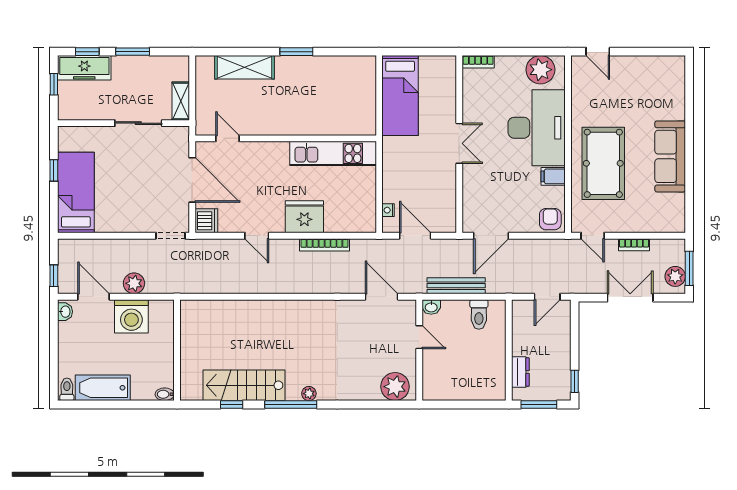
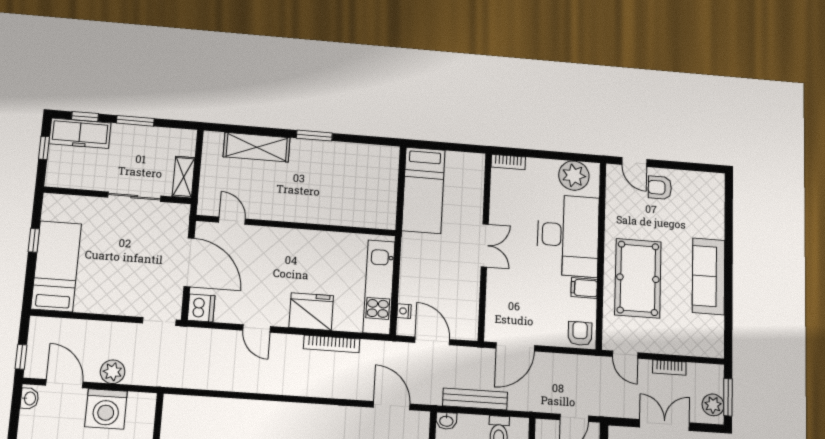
armchair: (623, 75) -> (660, 188), added
kitchen unit: (333, 153) -> (379, 287), moved, turned 90

